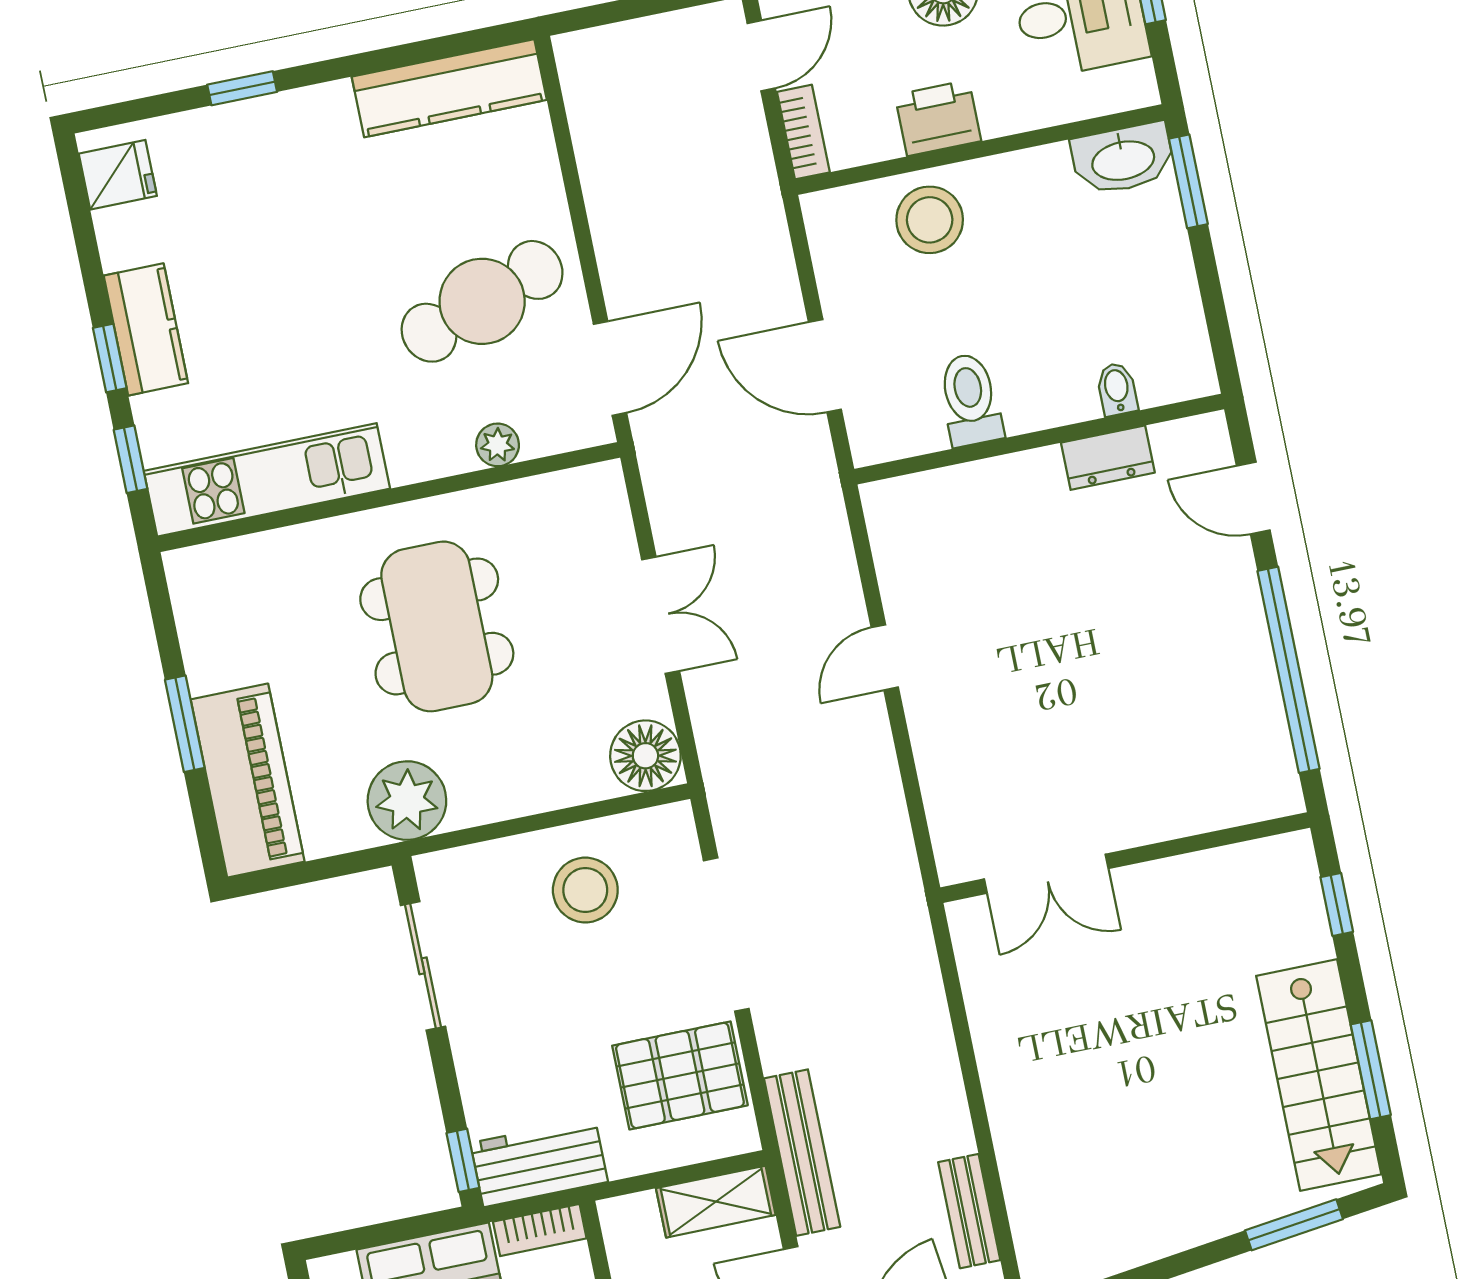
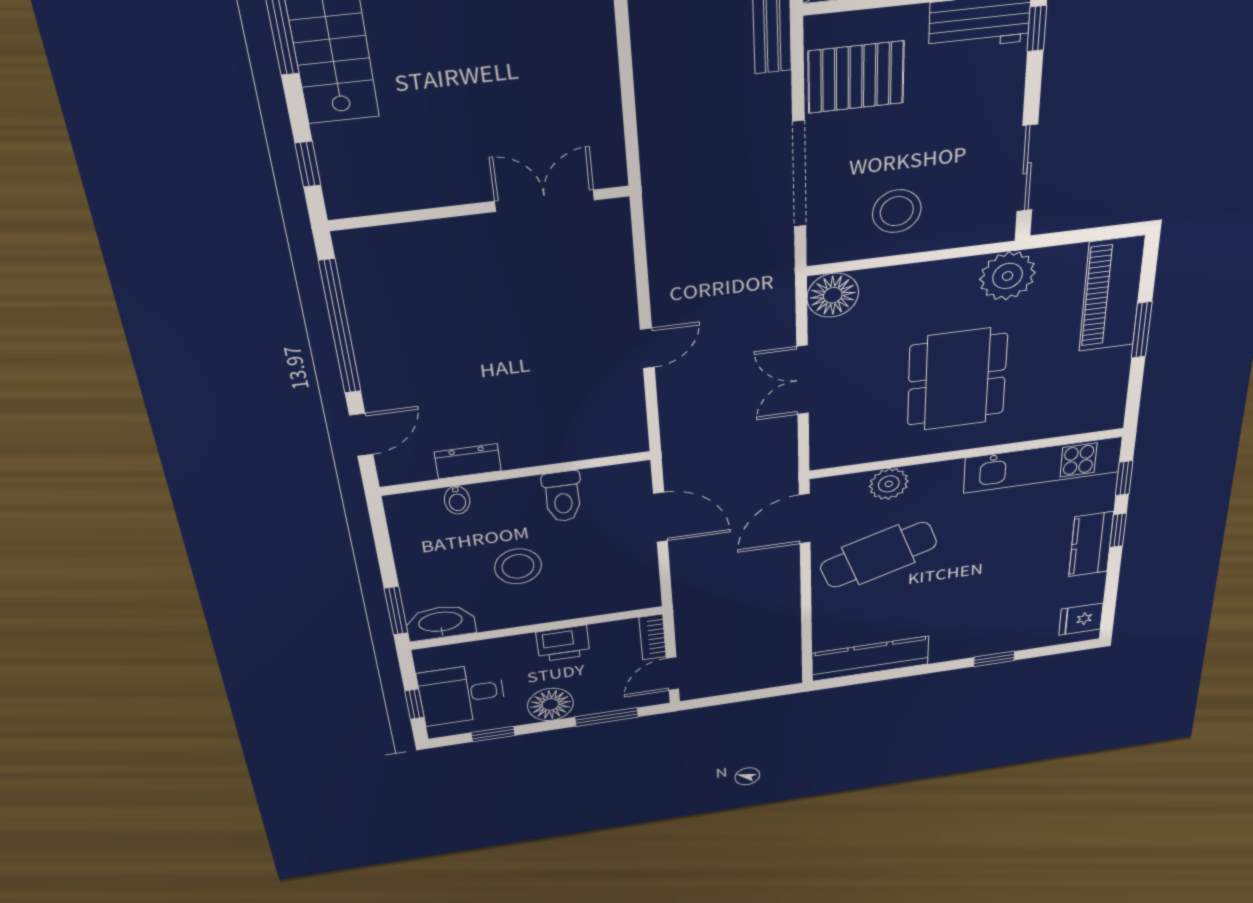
stool: (930, 220) -> (518, 566), moved
plant: (498, 445) -> (889, 484), width x1.38, depth x1.38
door: (1253, 498) -> (361, 435), hinge flipped

